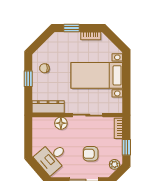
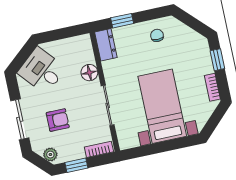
window: (28, 79) -> (122, 21), moved
dresser: (48, 107) -> (106, 45), width x0.70
armchair: (91, 154) -> (58, 120), turned 90

